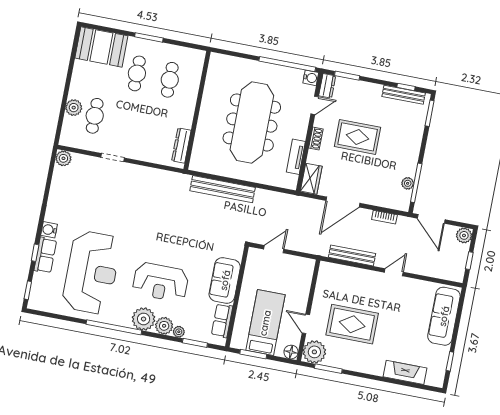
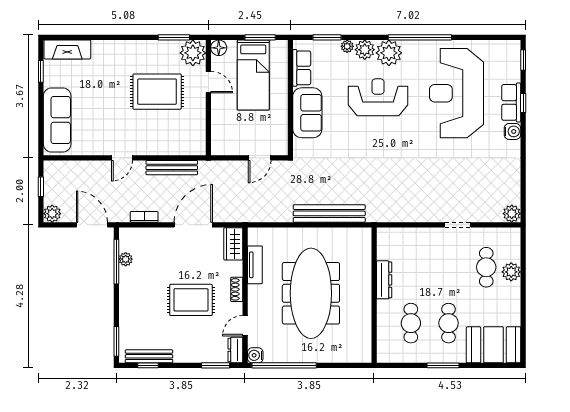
dresser: (181, 145) -> (384, 280), moved
fireplace: (405, 372) -> (67, 49), moved

